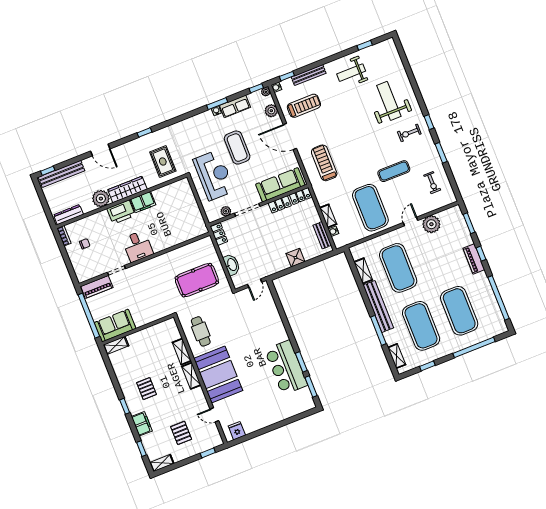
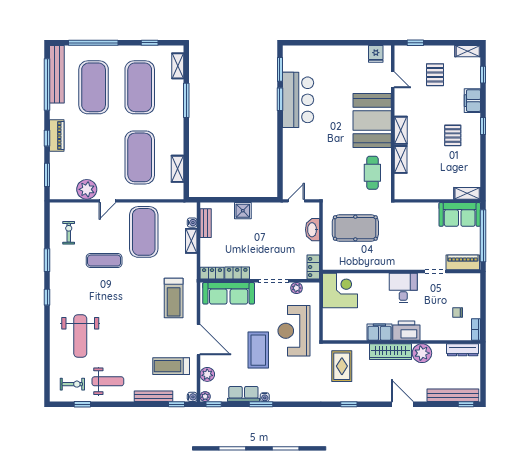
exercise bike: (409, 133) -> (72, 384), moved
corner desk: (189, 224) -> (340, 290), added
bench: (378, 306) -> (57, 74), moved

